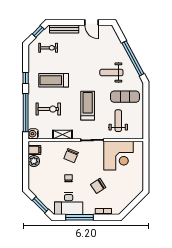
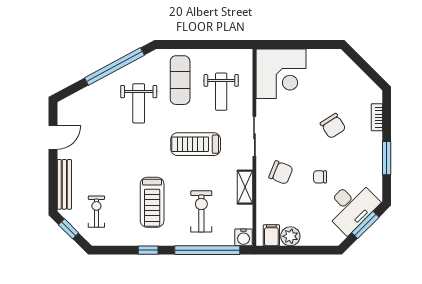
weight bench: (118, 121) -> (221, 92), turned -90
corner desk: (118, 156) -> (281, 74), moved, turned 90
desk: (69, 204) -> (351, 206), moved, turned 45
window: (79, 217) -> (387, 158), width x0.69

